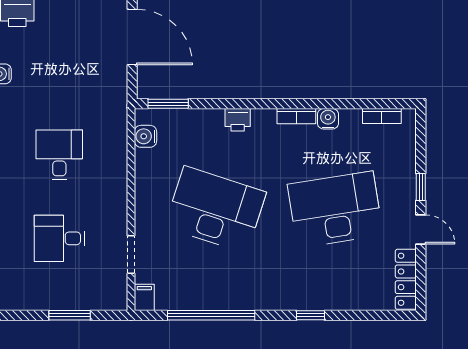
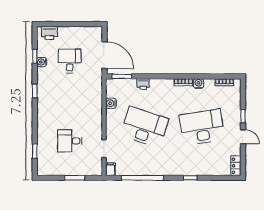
door: (132, 37) -> (105, 55), moved
printer: (238, 120) -> (143, 84), moved
water cooler: (145, 136) -> (111, 103), moved
desk: (59, 155) -> (70, 61), moved
locker: (406, 279) -> (236, 166), width x0.66

